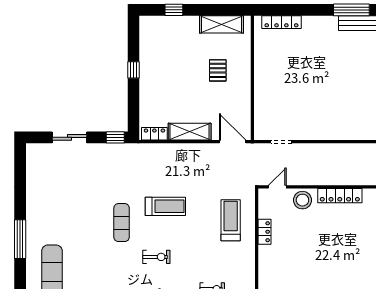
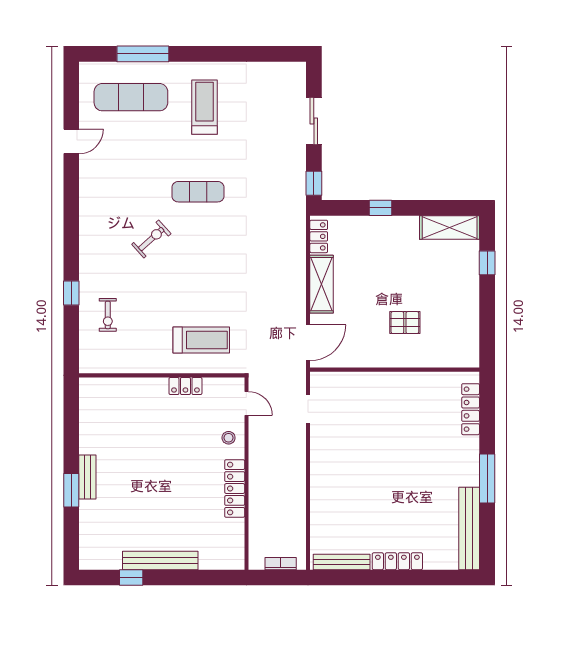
window: (351, 10) -> (487, 479), moved
shelving: (222, 24) -> (450, 228), moved, turned 90
window: (133, 70) -> (381, 208), moved
stool: (302, 200) -> (229, 438), width x0.53, depth x0.53
treadmill: (165, 206) -> (205, 107), moved, turned 180
window: (20, 239) -> (143, 54), moved
exercise bike: (156, 257) -> (151, 239), turned -132

